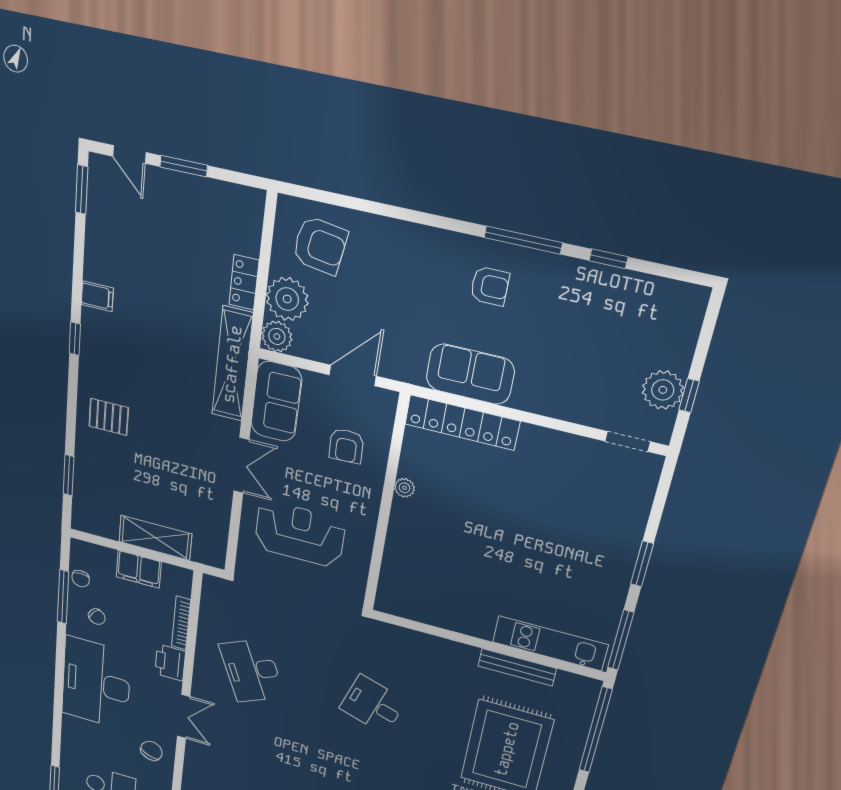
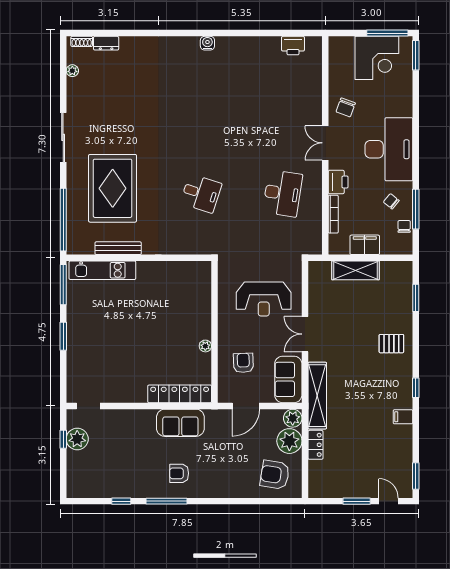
desk: (252, 671) -> (283, 193), turned 33

